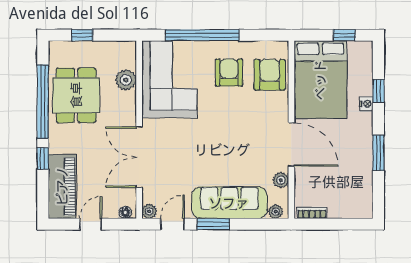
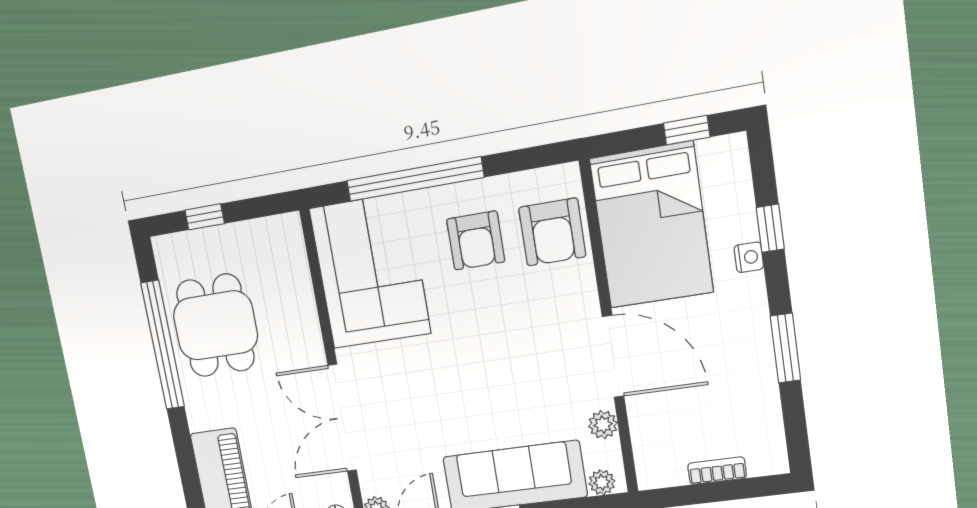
armchair: (229, 72) -> (476, 241), turned 180
armchair: (270, 75) -> (552, 232), turned 180
plant: (126, 80) -> (294, 284), removed
window: (43, 158) -> (182, 442), removed
bookcase: (312, 213) -> (717, 471), moved

